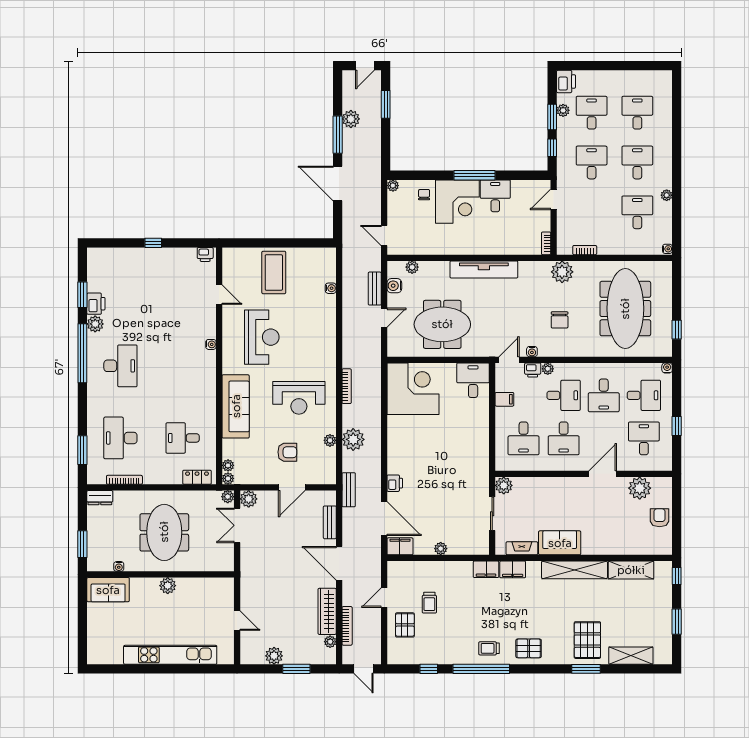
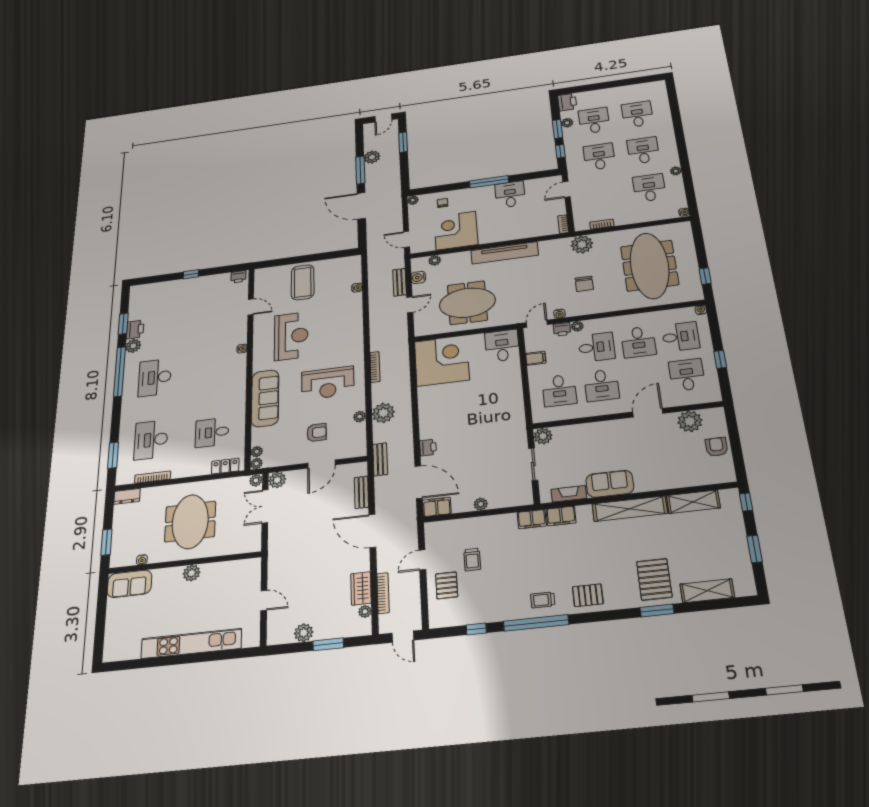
corner desk: (457, 202) -> (456, 231), moved, turned 180
desk: (120, 366) -> (155, 378), turned 180
wardrobe: (327, 611) -> (361, 588), width x0.67

